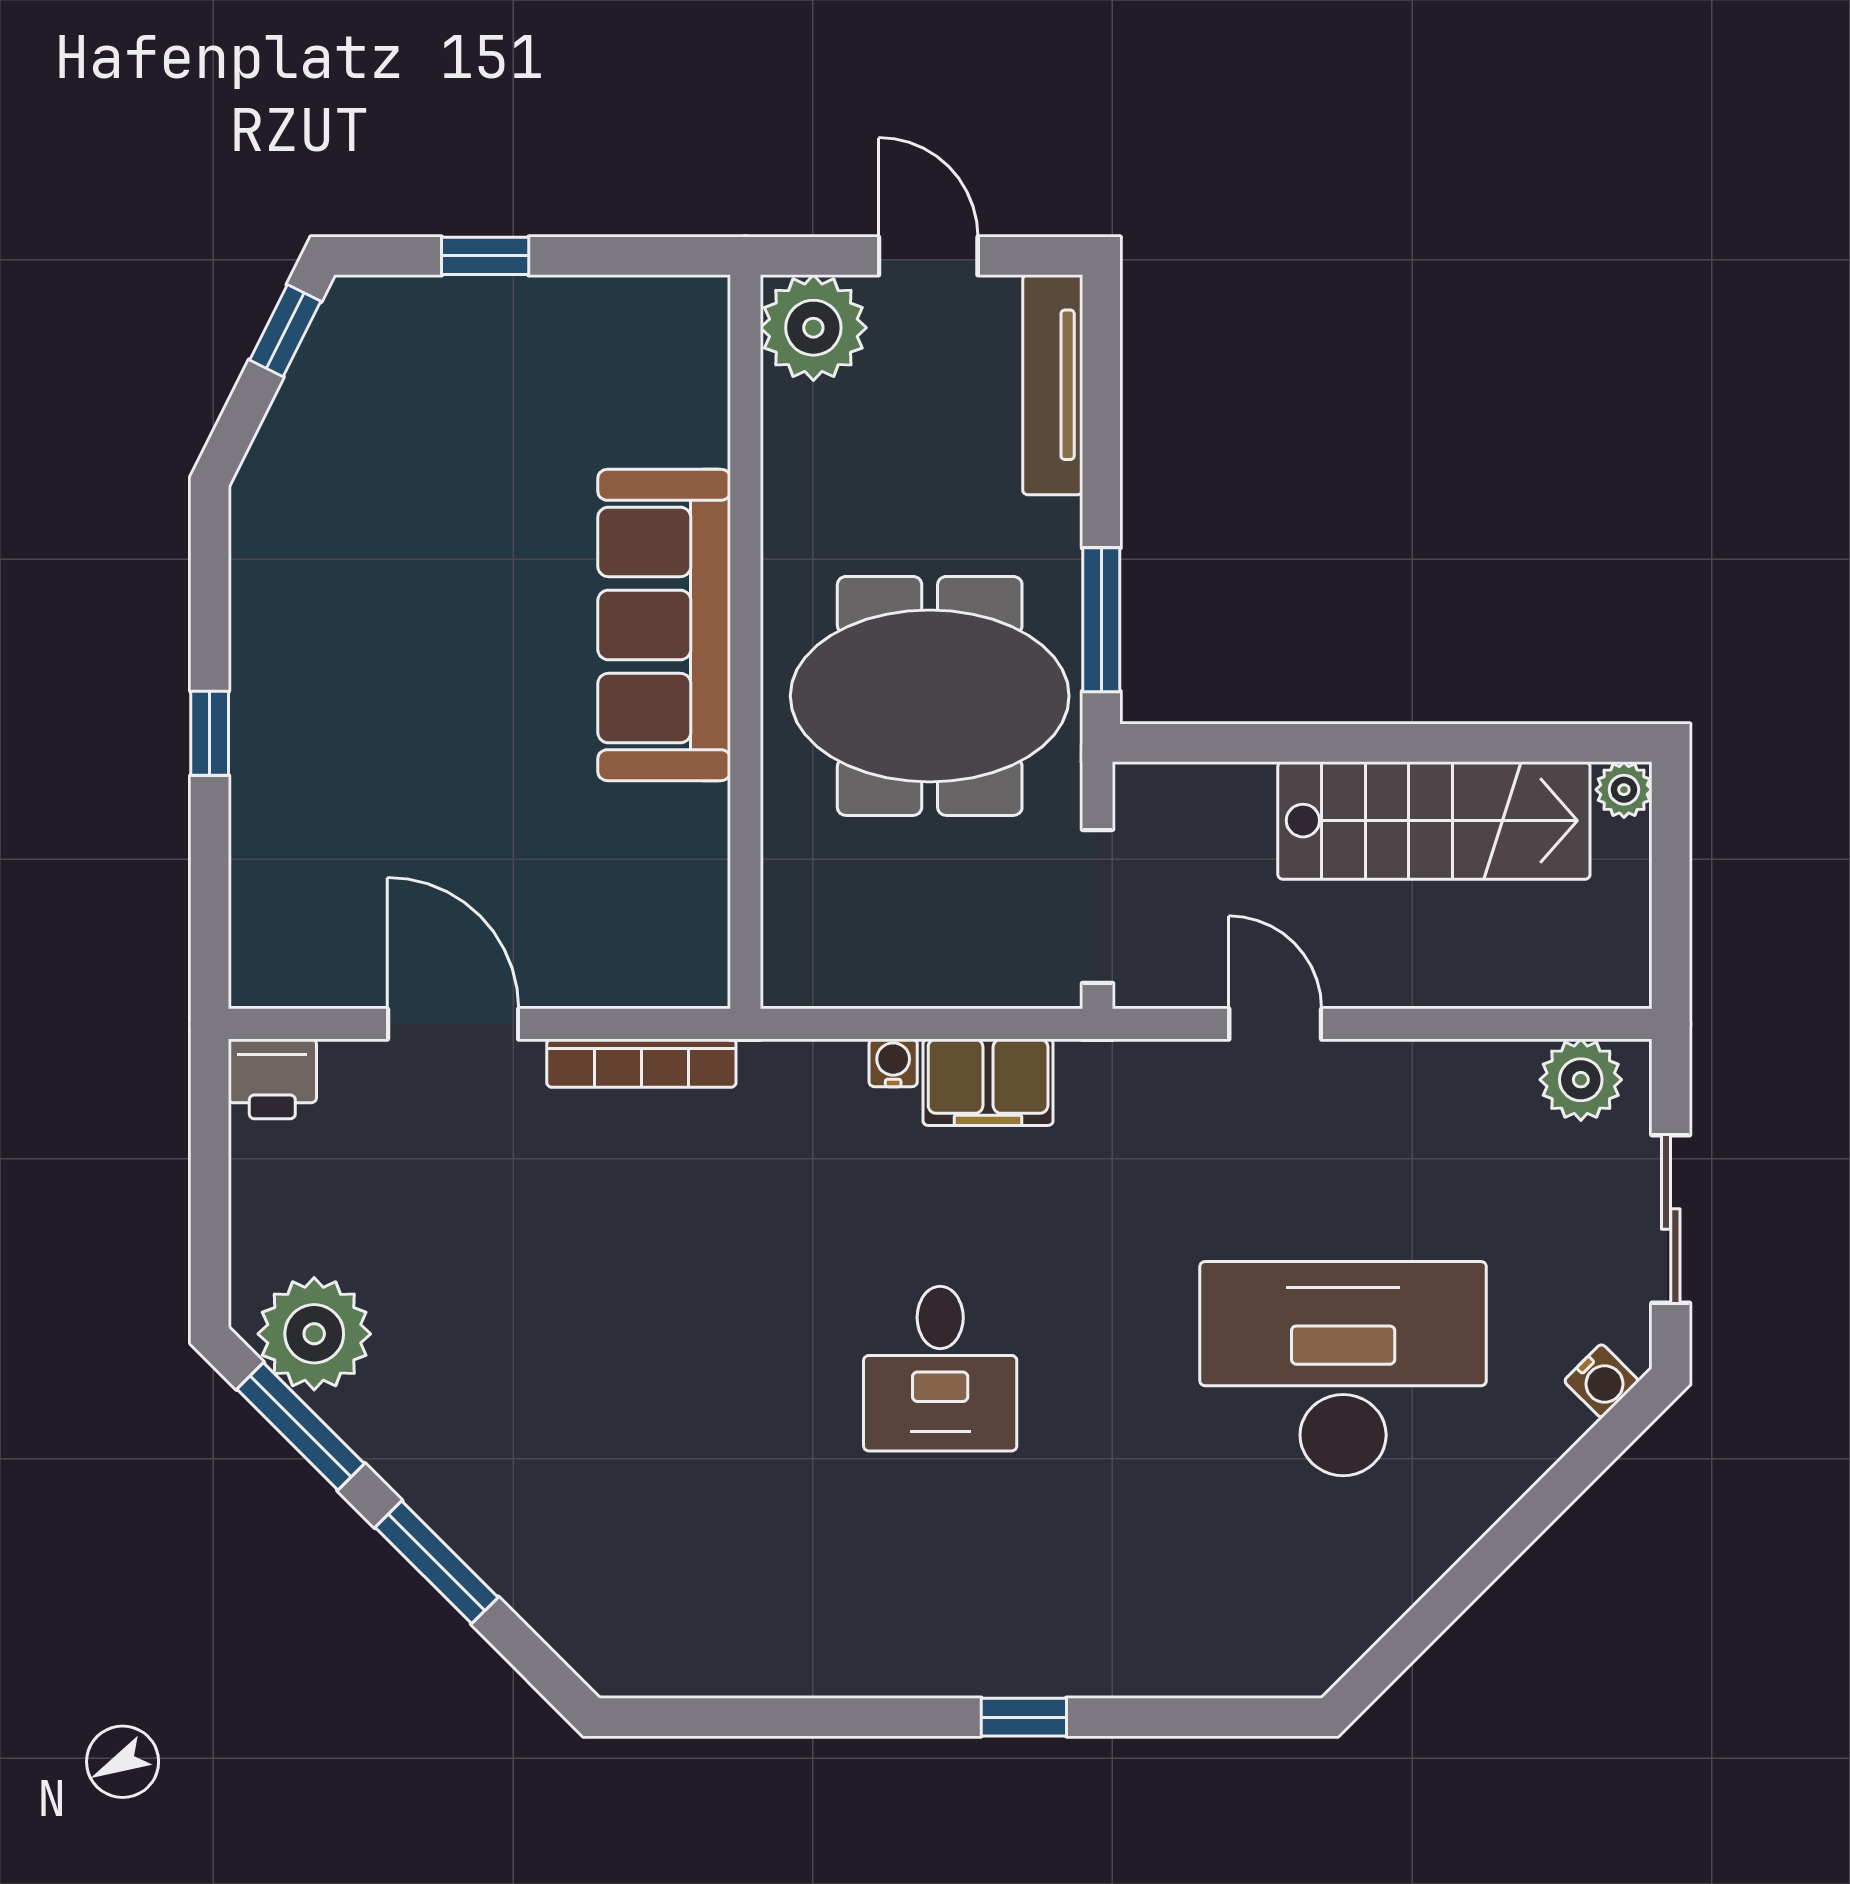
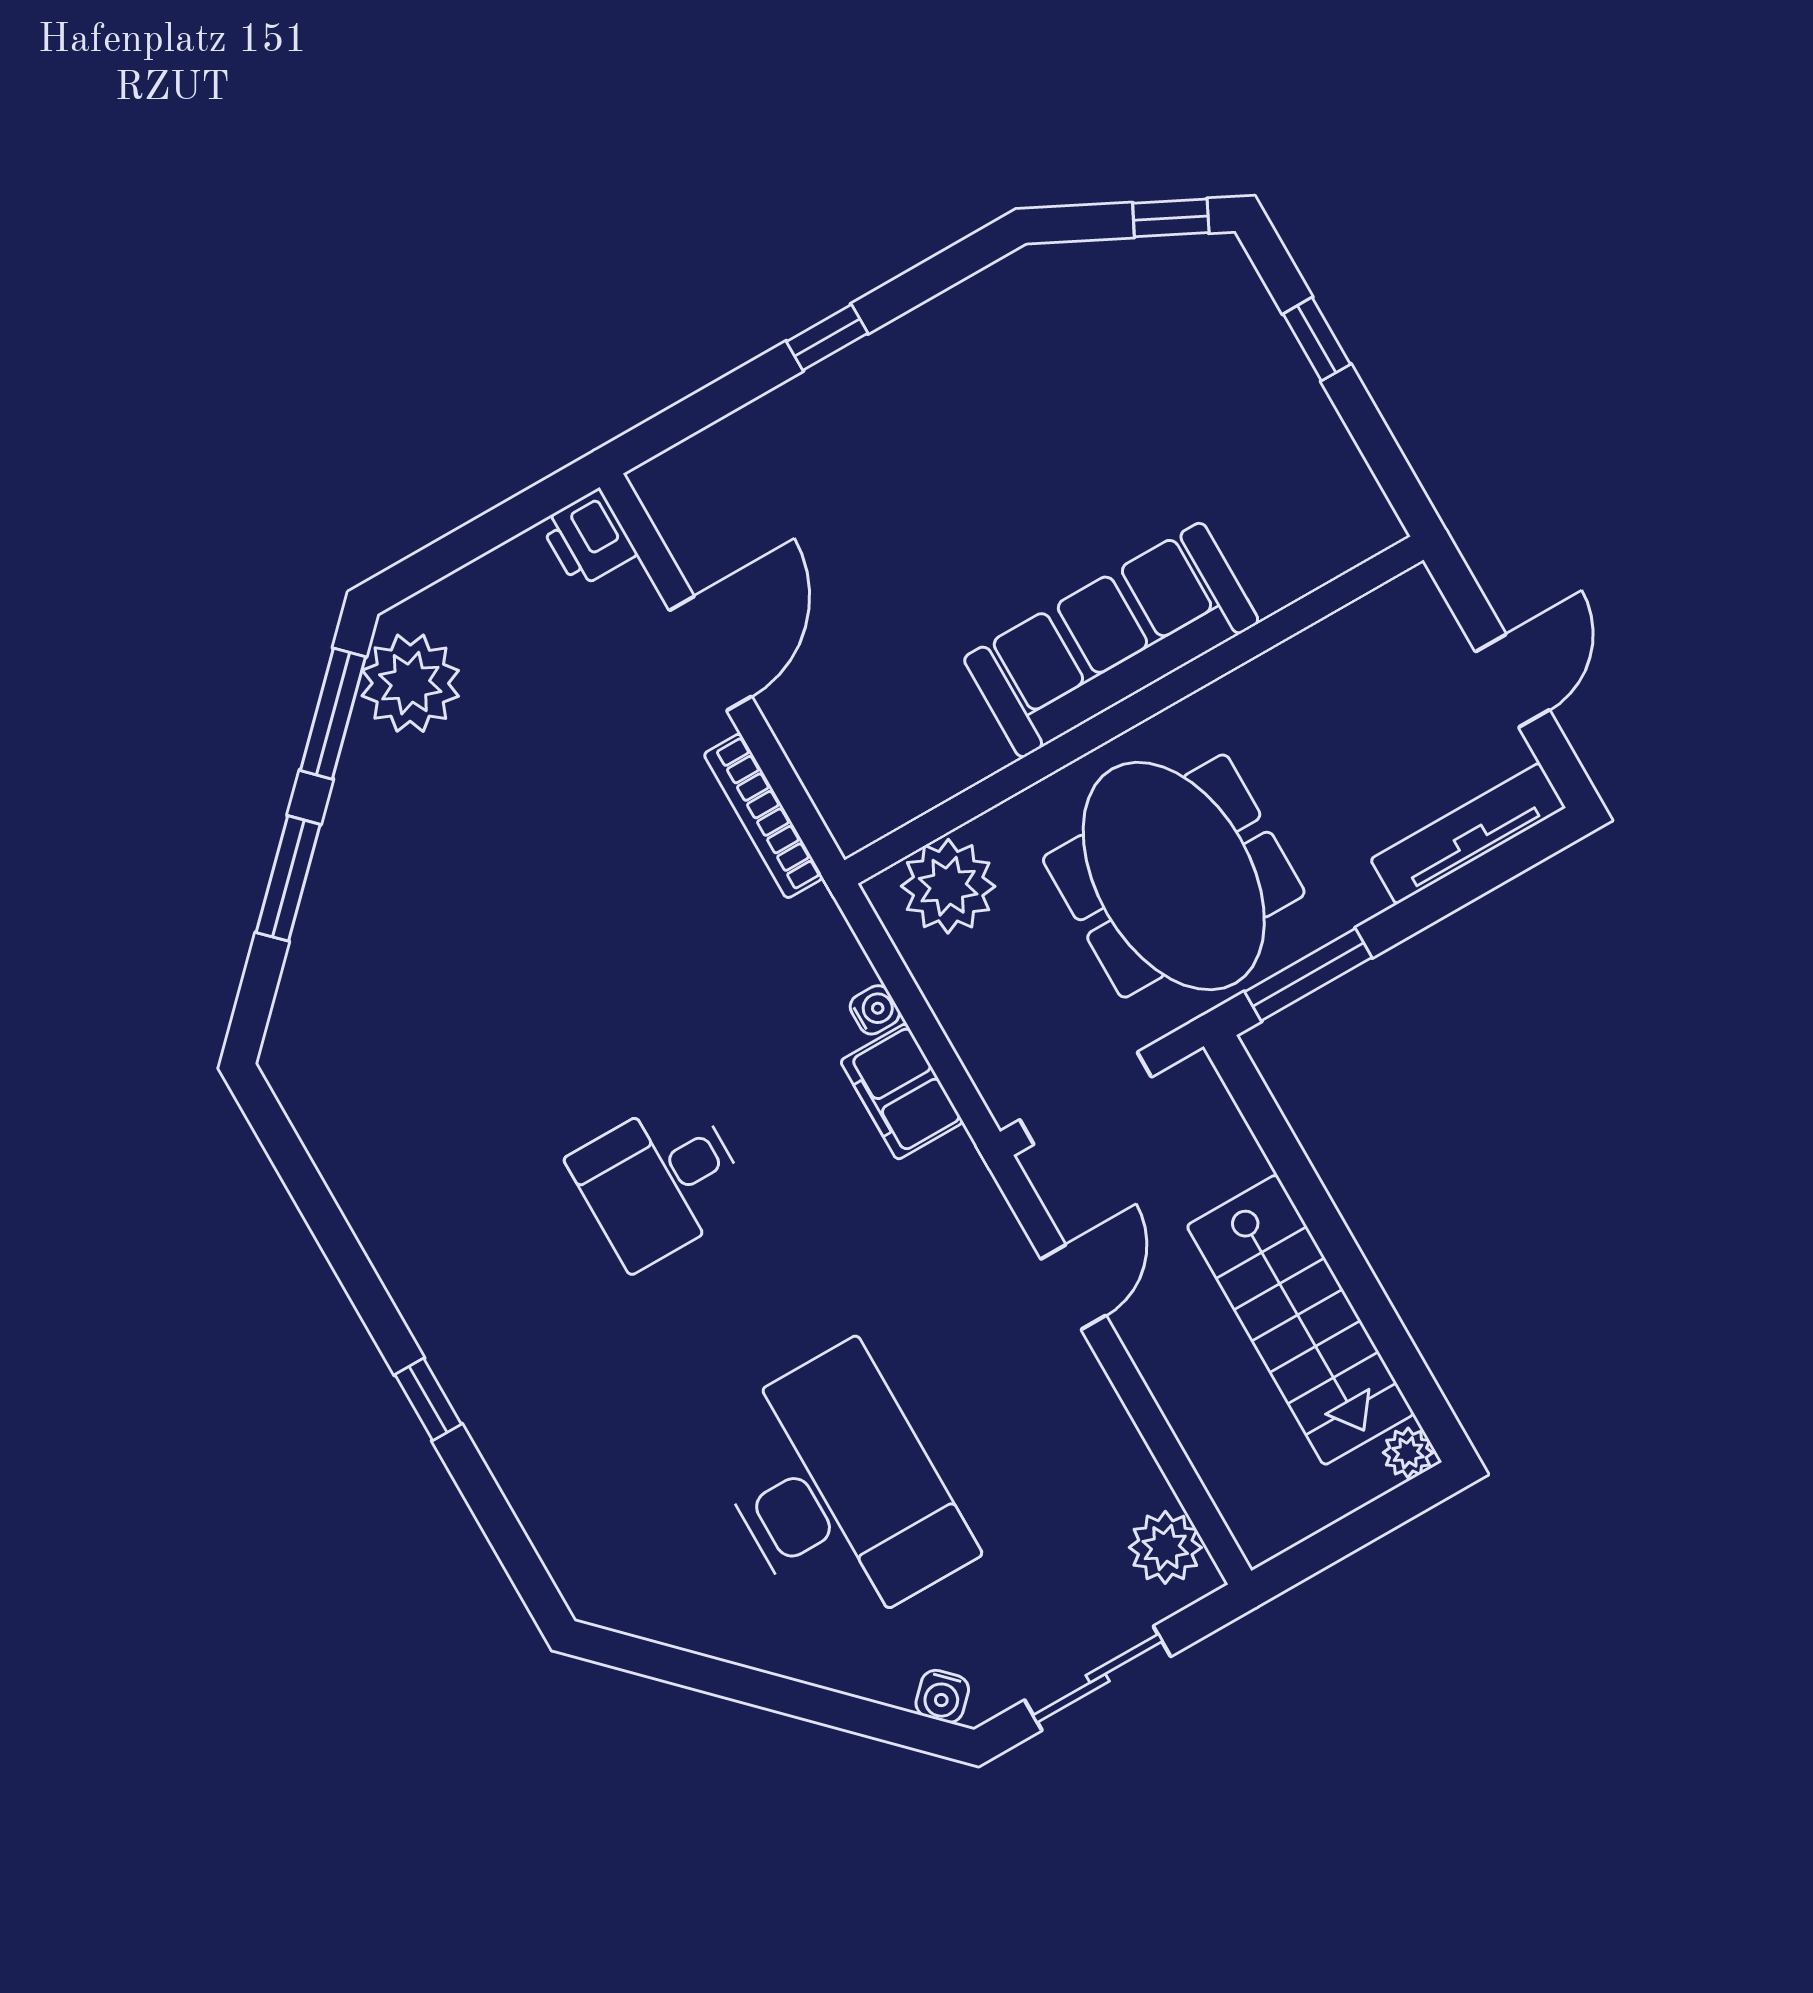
plant: (813, 328) -> (948, 886), moved

